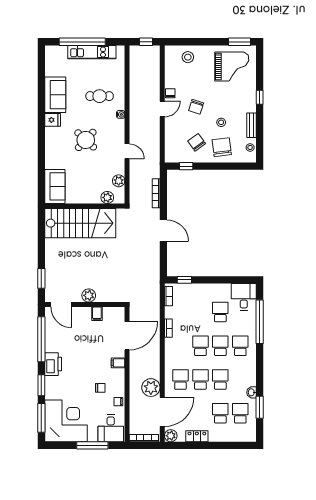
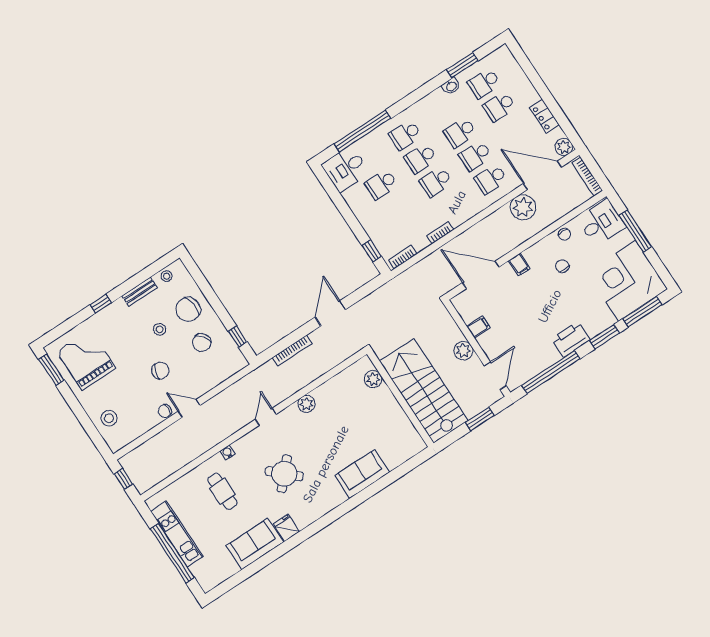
plant: (107, 197) -> (373, 379), moved
wall: (85, 206) -> (400, 399), moved
stairs: (80, 223) -> (424, 391), moved

